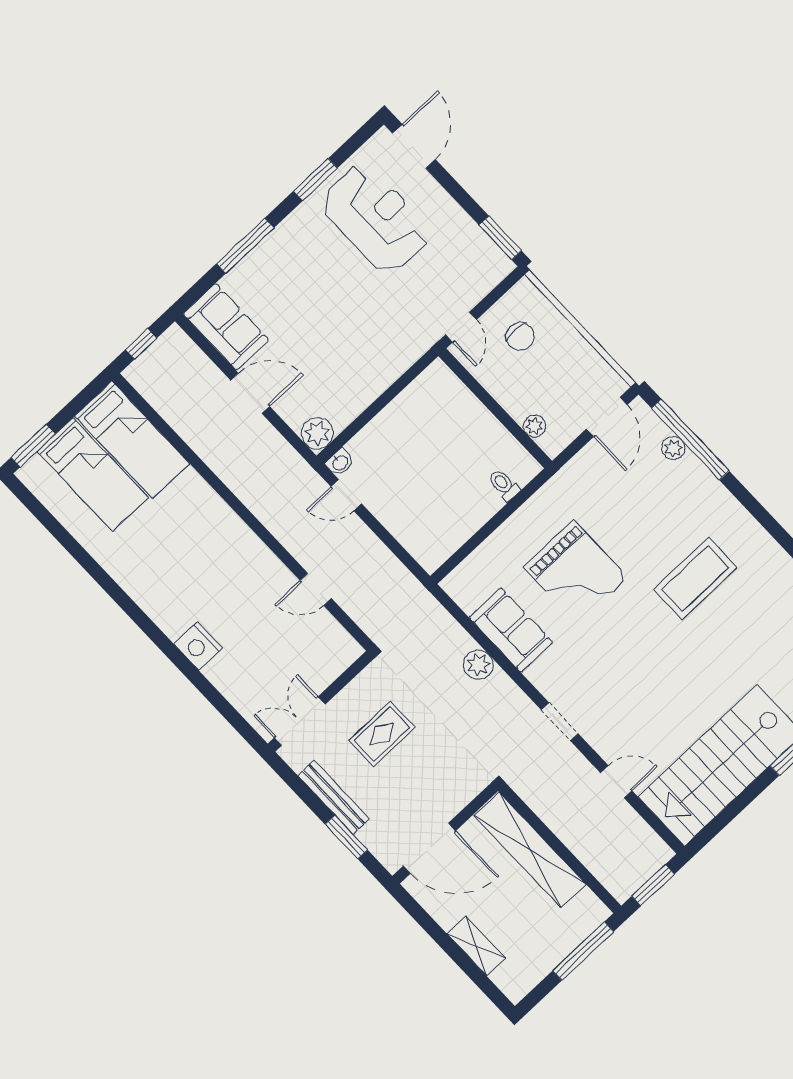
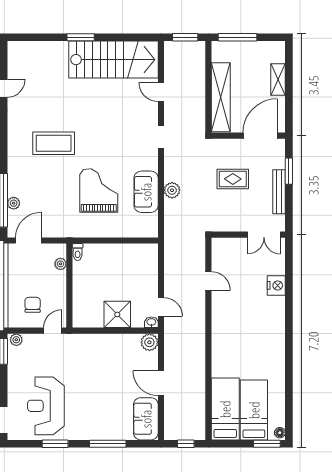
plant: (498, 269) -> (16, 340), added
shower: (395, 430) -> (117, 314), added
floor lamp: (30, 477) -> (280, 433), added
toilet: (504, 485) -> (78, 252), moved
nightstand: (198, 646) -> (276, 285), moved
rug: (382, 734) -> (233, 179), moved
door: (429, 848) -> (260, 136), hinge flipped

